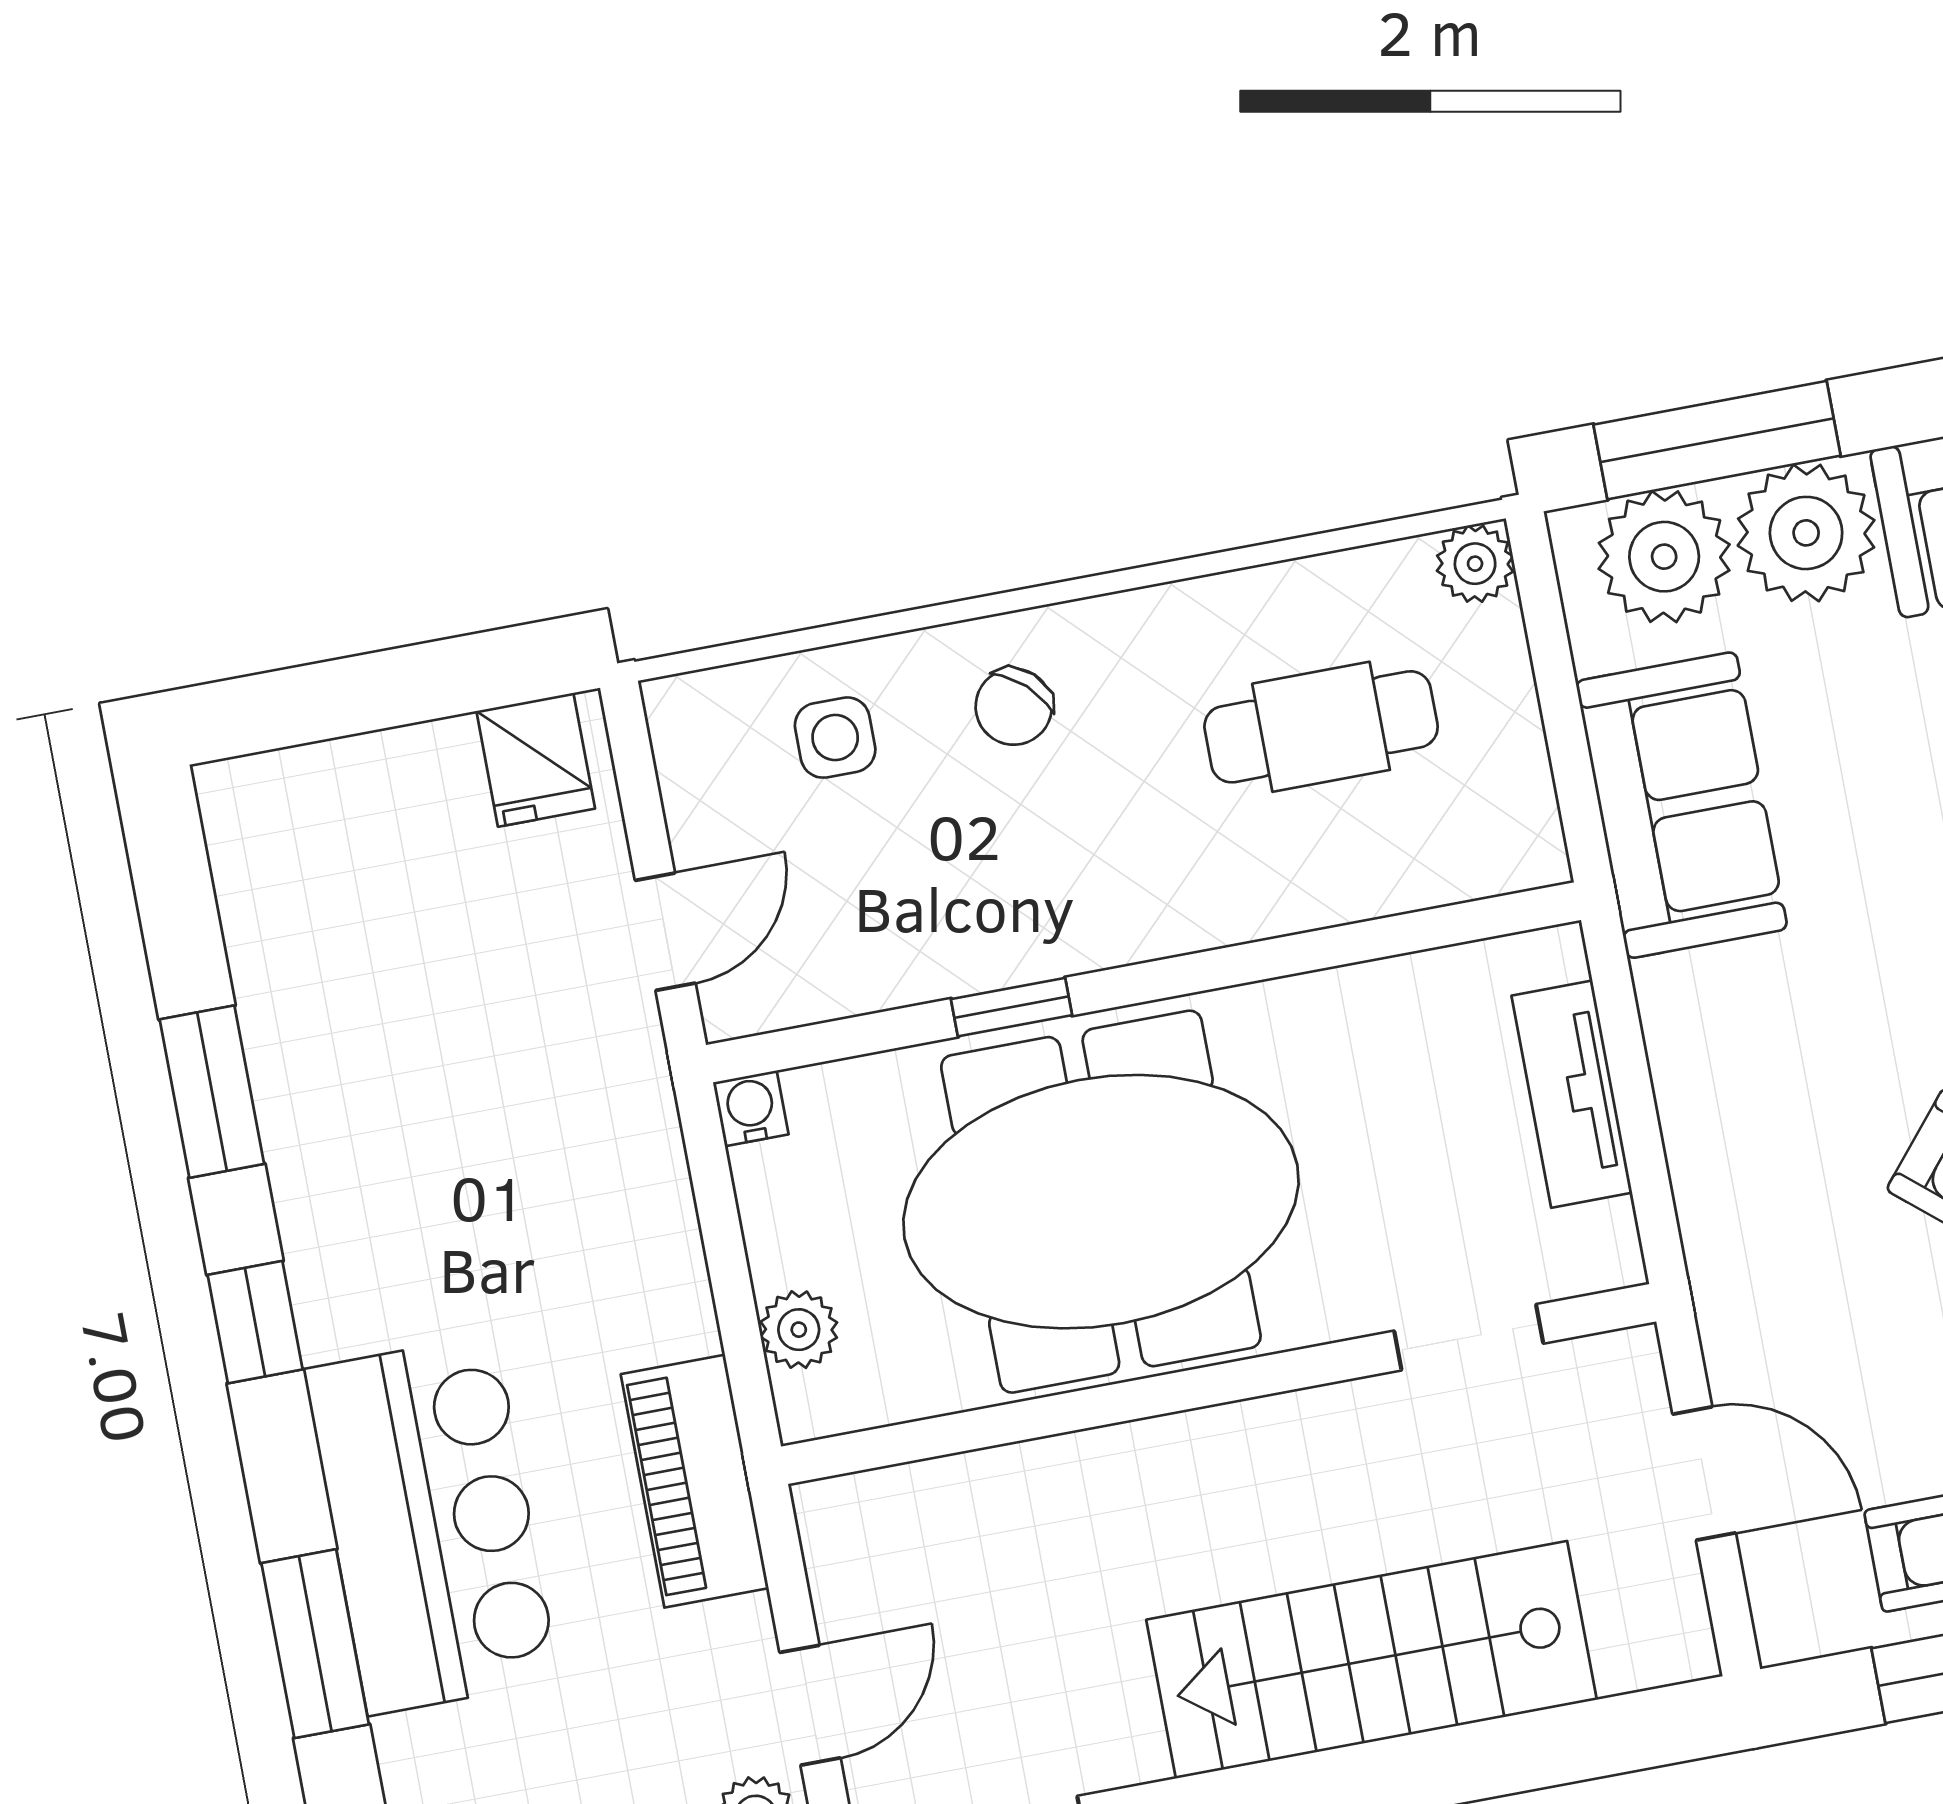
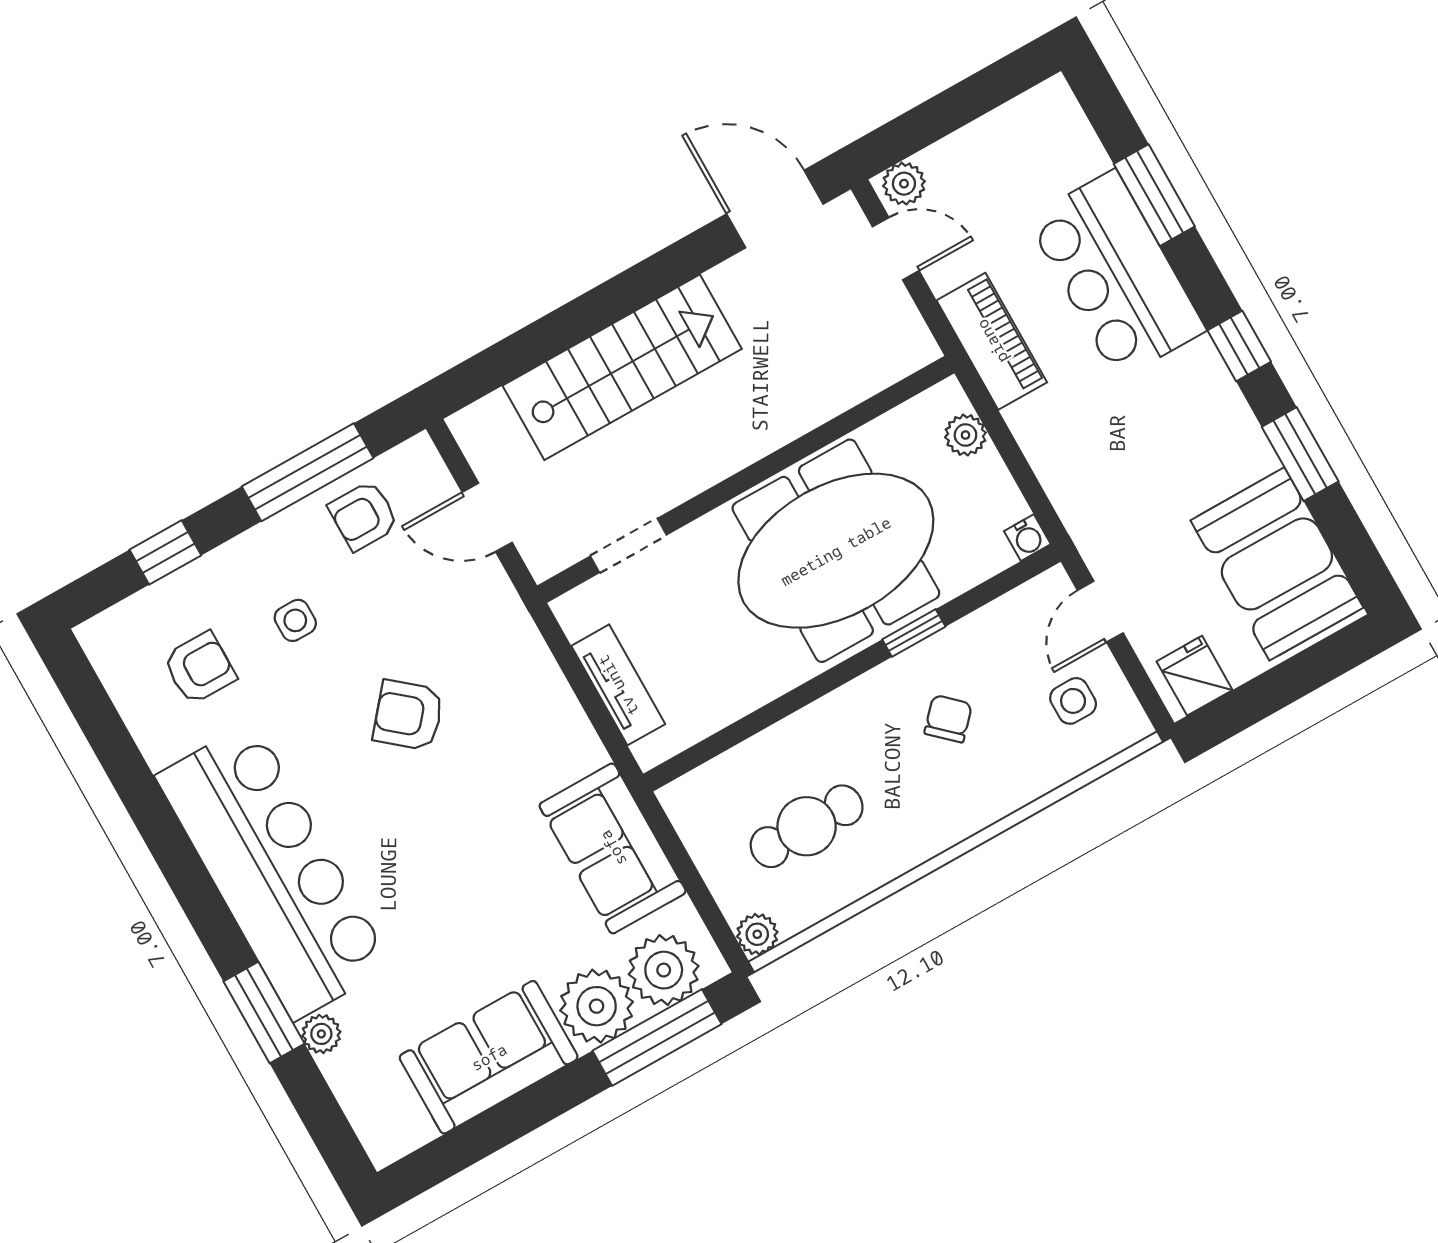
chair: (1014, 707) -> (948, 719), moved
side table: (835, 738) -> (1073, 701), moved
booth: (320, 909) -> (1277, 564), added
door: (810, 1705) -> (896, 249), swing flipped

